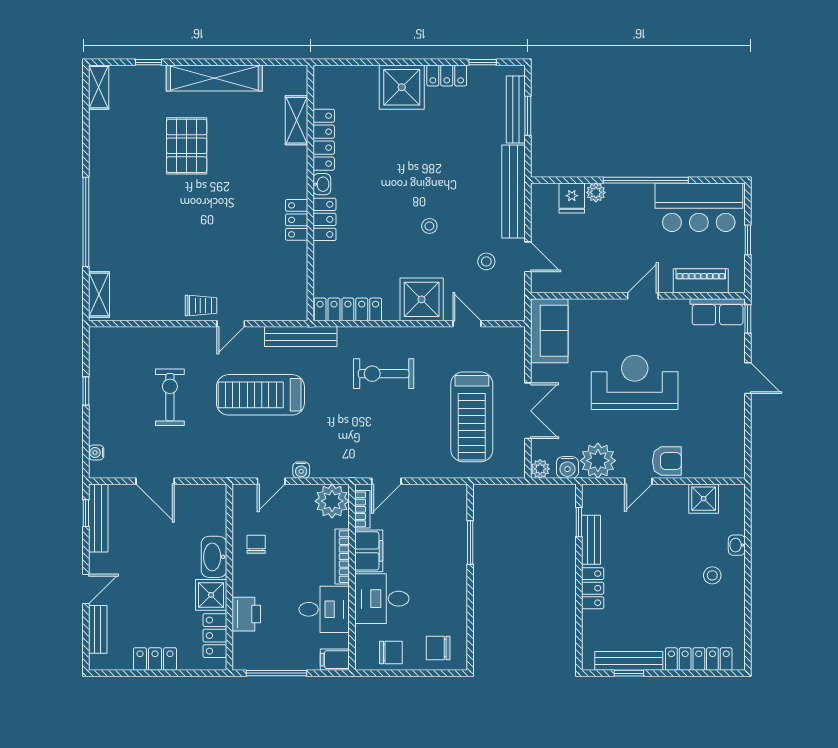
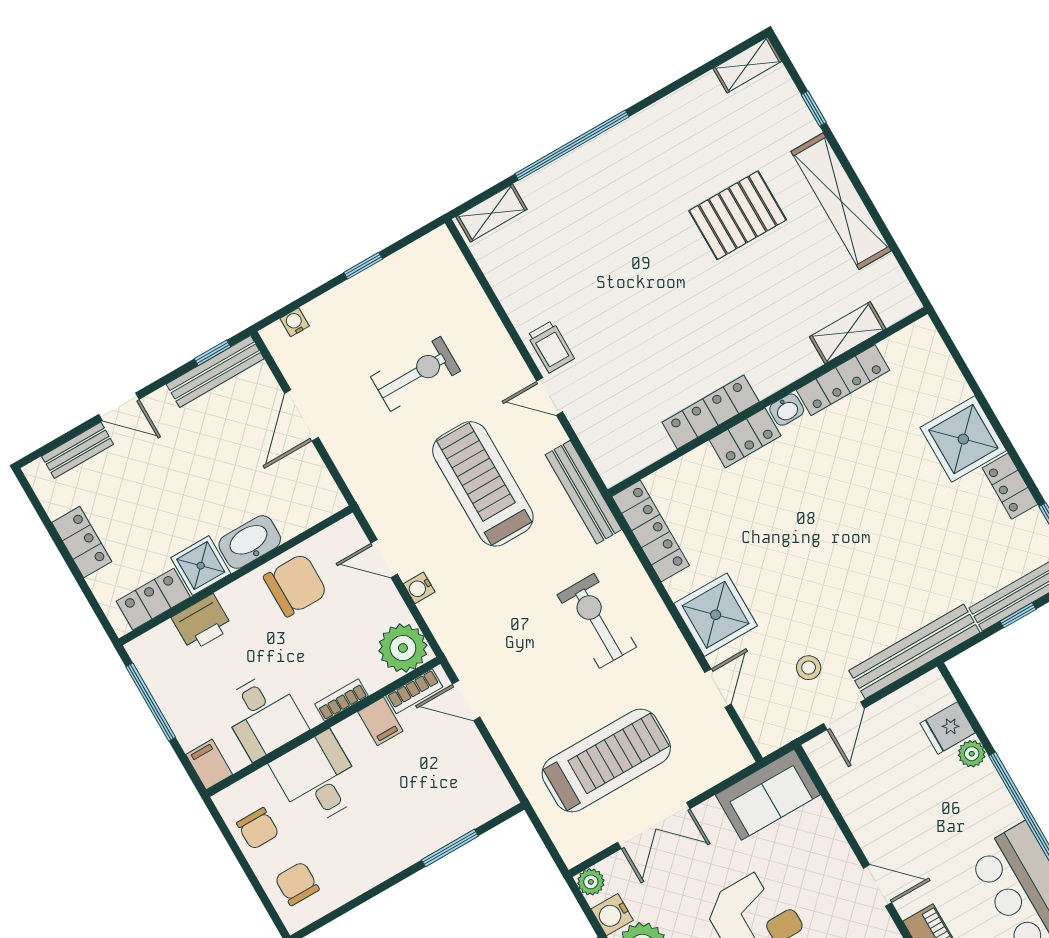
window: (528, 116) -> (1018, 615), width x0.67
locker: (297, 220) -> (711, 412), width x1.53
stool: (429, 226) -> (812, 572), removed
treadmill: (472, 417) -> (606, 761), turned 180
chair: (256, 544) -> (295, 585), width x1.87, depth x1.87
filing cabinet: (369, 551) -> (380, 721), width x0.50
bookcase: (342, 557) -> (342, 700), width x0.64

